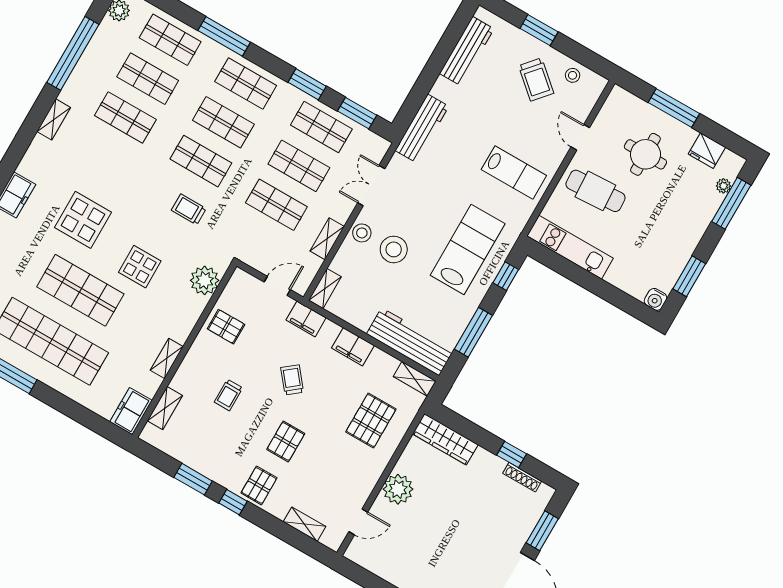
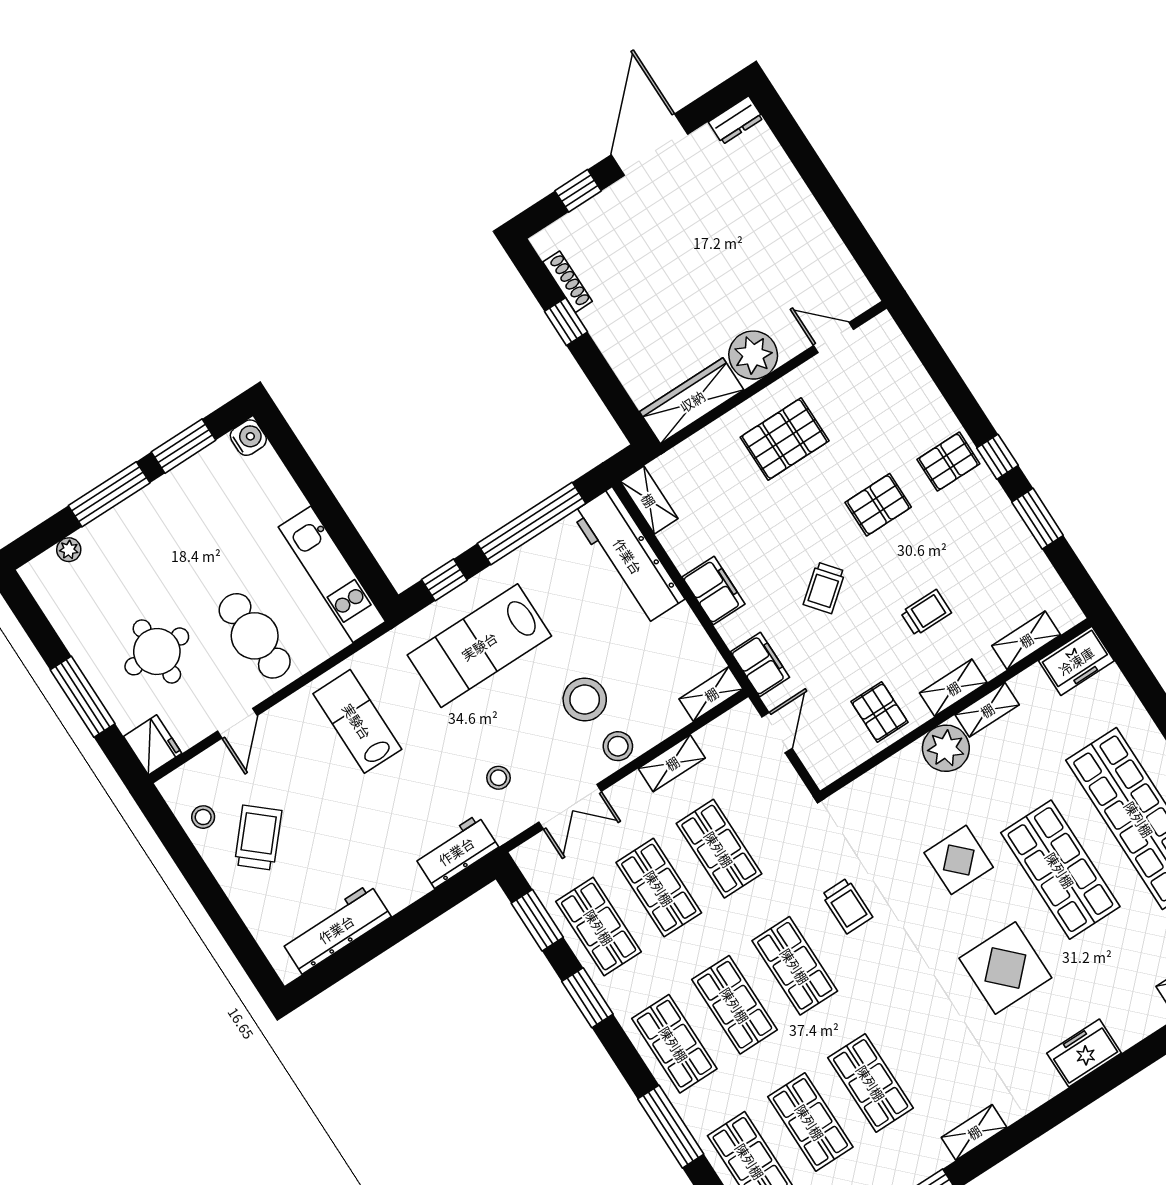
window: (539, 30) -> (218, 906), removed
workbench: (422, 128) -> (456, 851), width x0.73
fridge: (707, 151) -> (153, 745), moved
stool: (419, 181) -> (498, 778), added
window: (731, 203) -> (109, 494), moved
plant: (205, 280) -> (946, 748), moved
door: (277, 286) -> (777, 733), swing flipped
window: (473, 332) -> (531, 523), width x1.46
pallet: (371, 421) -> (785, 439), moved
wardrobe: (445, 439) -> (692, 401), moved, turned -90
shelving: (304, 524) -> (953, 688), moved, turned 90
window: (542, 531) -> (578, 191), width x0.67

